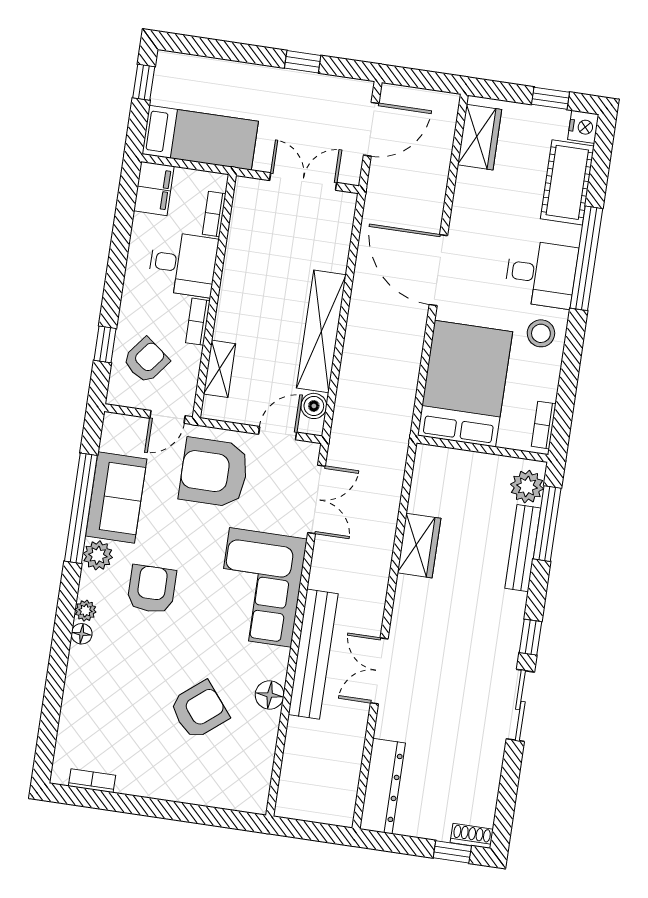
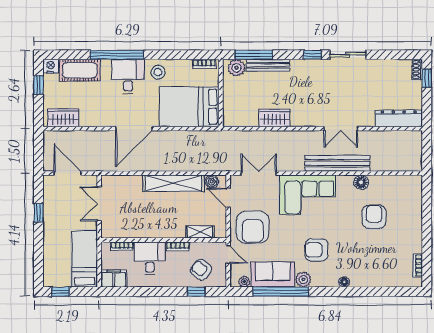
plant: (86, 611) -> (244, 282), moved
armchair: (199, 710) -> (374, 217), turned 39

